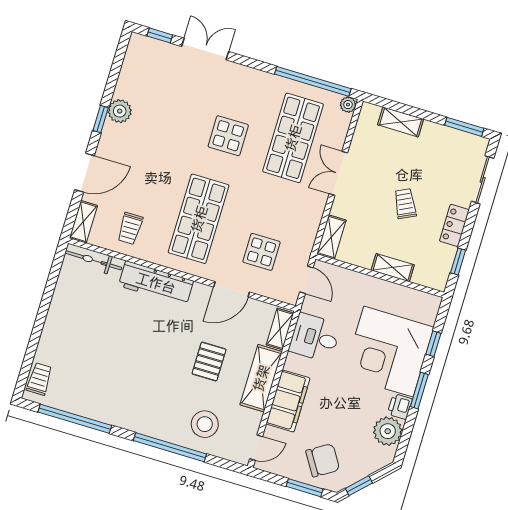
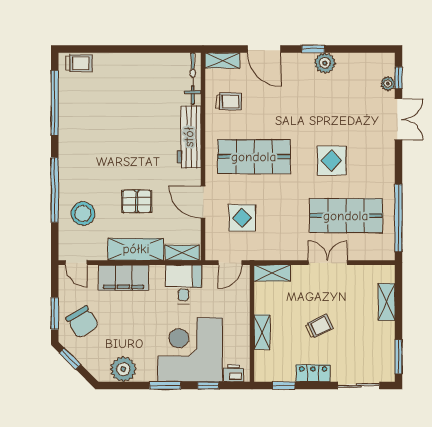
plant: (348, 105) -> (388, 84), moved
trolley: (130, 228) -> (229, 101), turned 180
printer: (400, 406) -> (234, 373), moved

